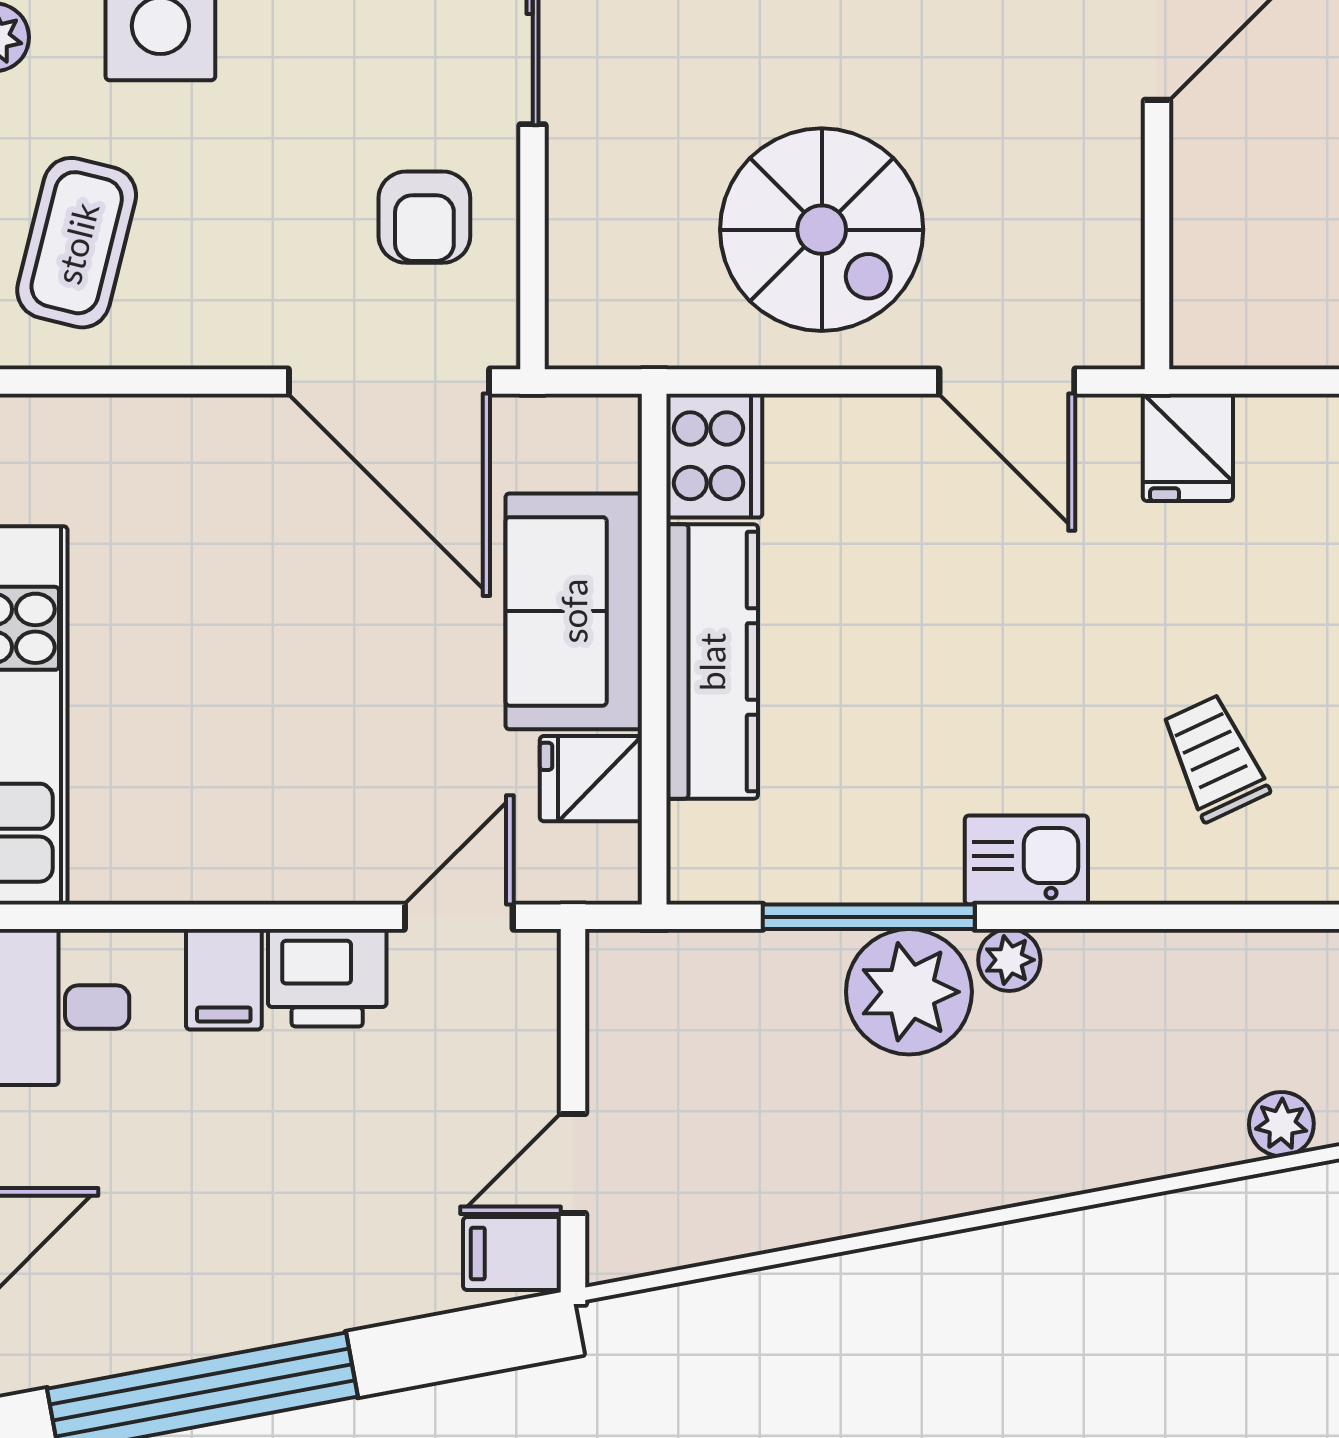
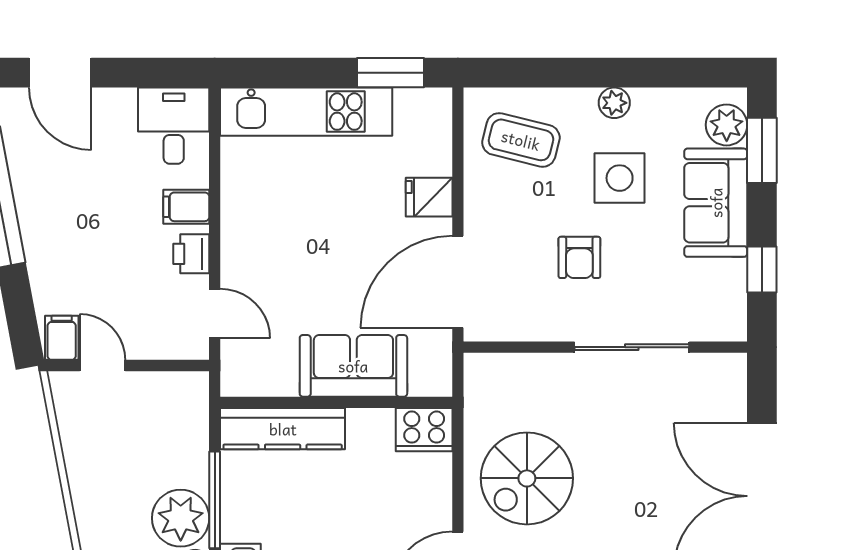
armchair: (424, 217) -> (579, 257), moved, turned -90
kitchen counter: (712, 662) -> (283, 429), moved
fridge: (591, 779) -> (429, 197), moved, turned -90
printer: (327, 978) -> (191, 254), width x0.73, depth x0.81

